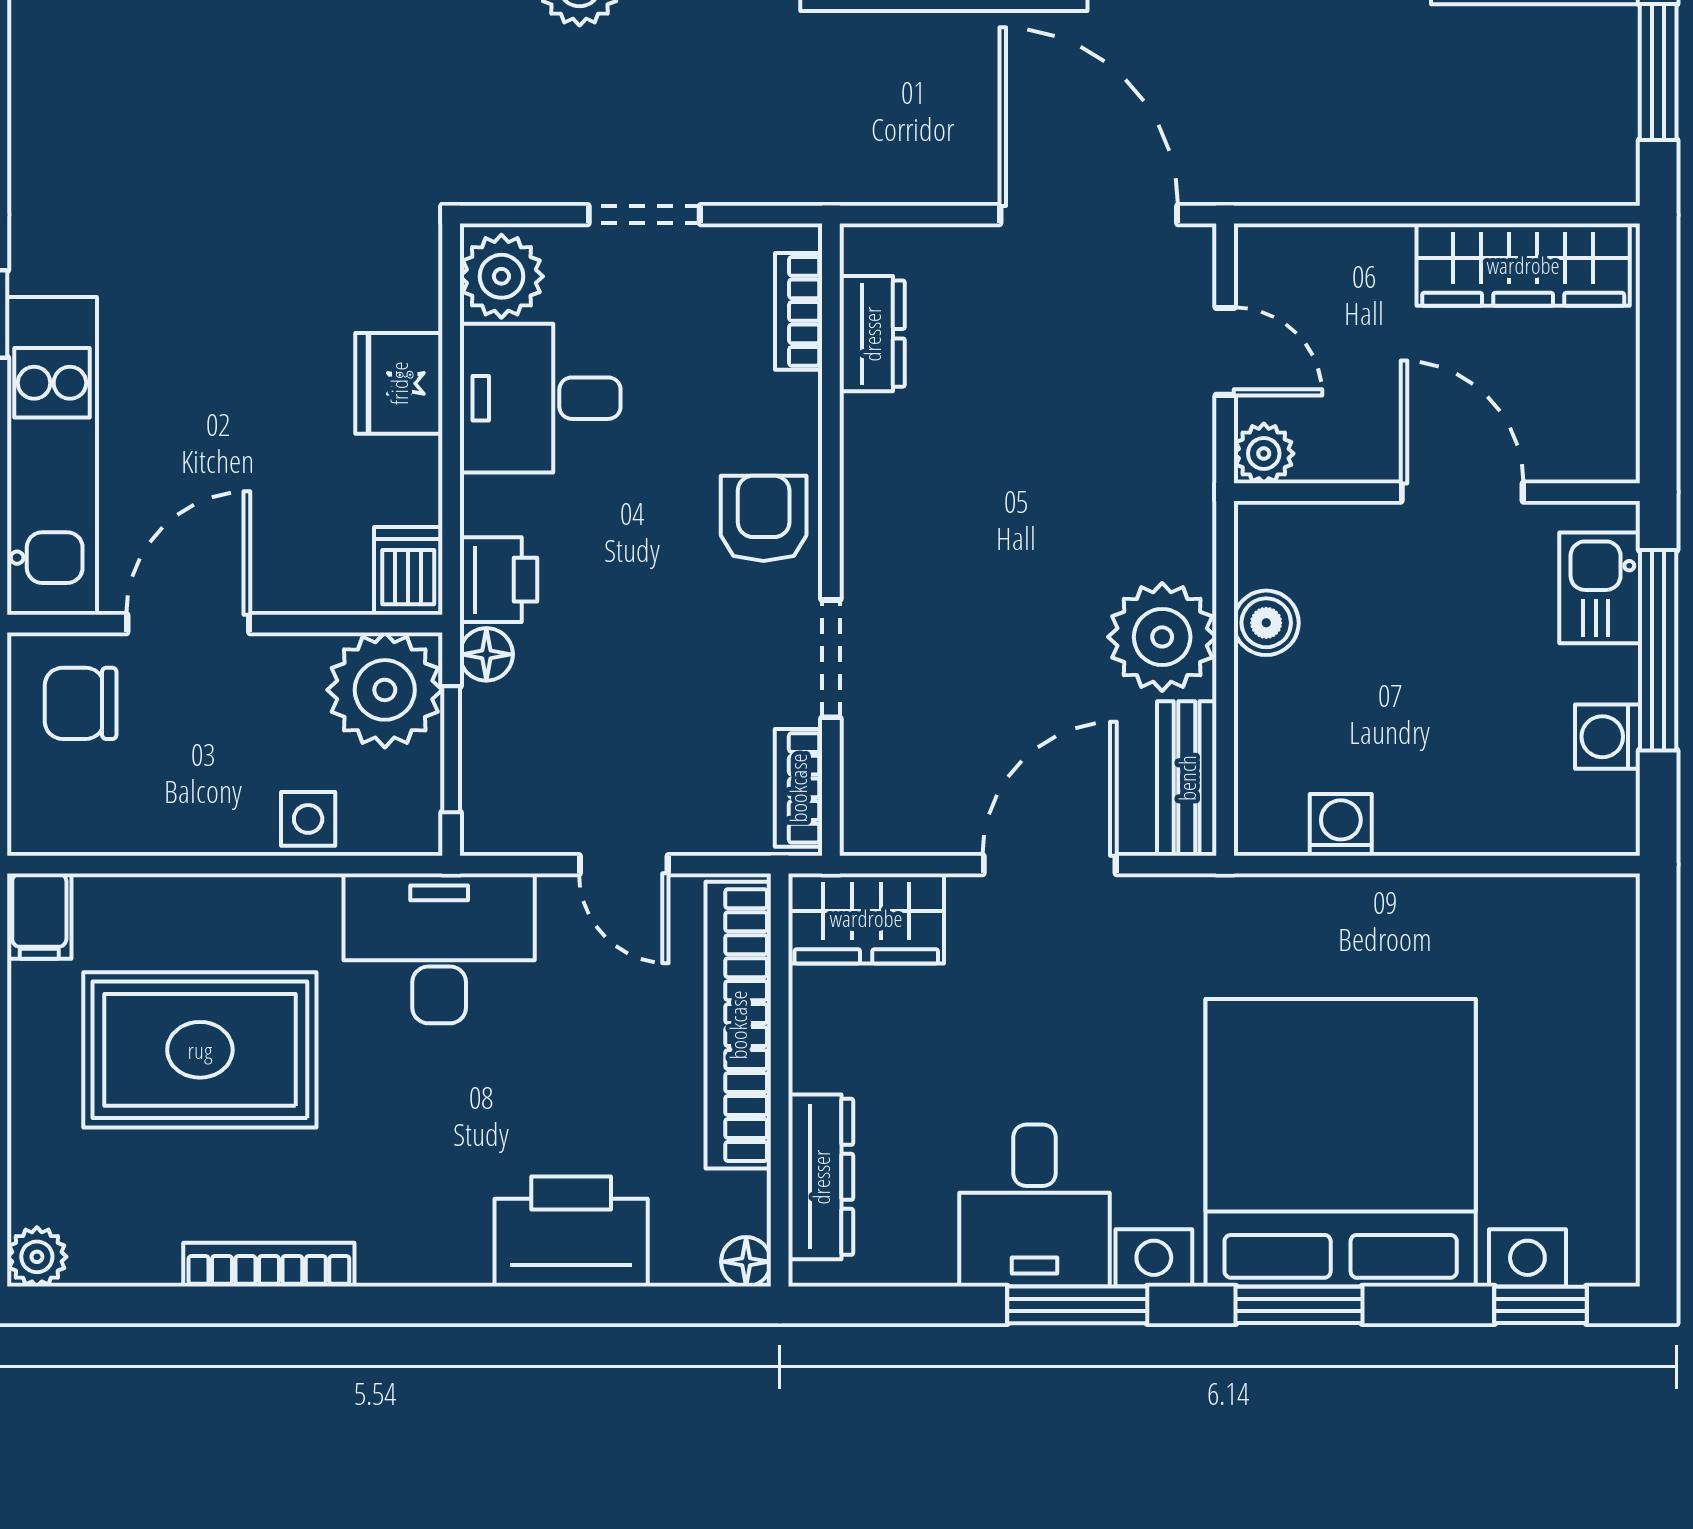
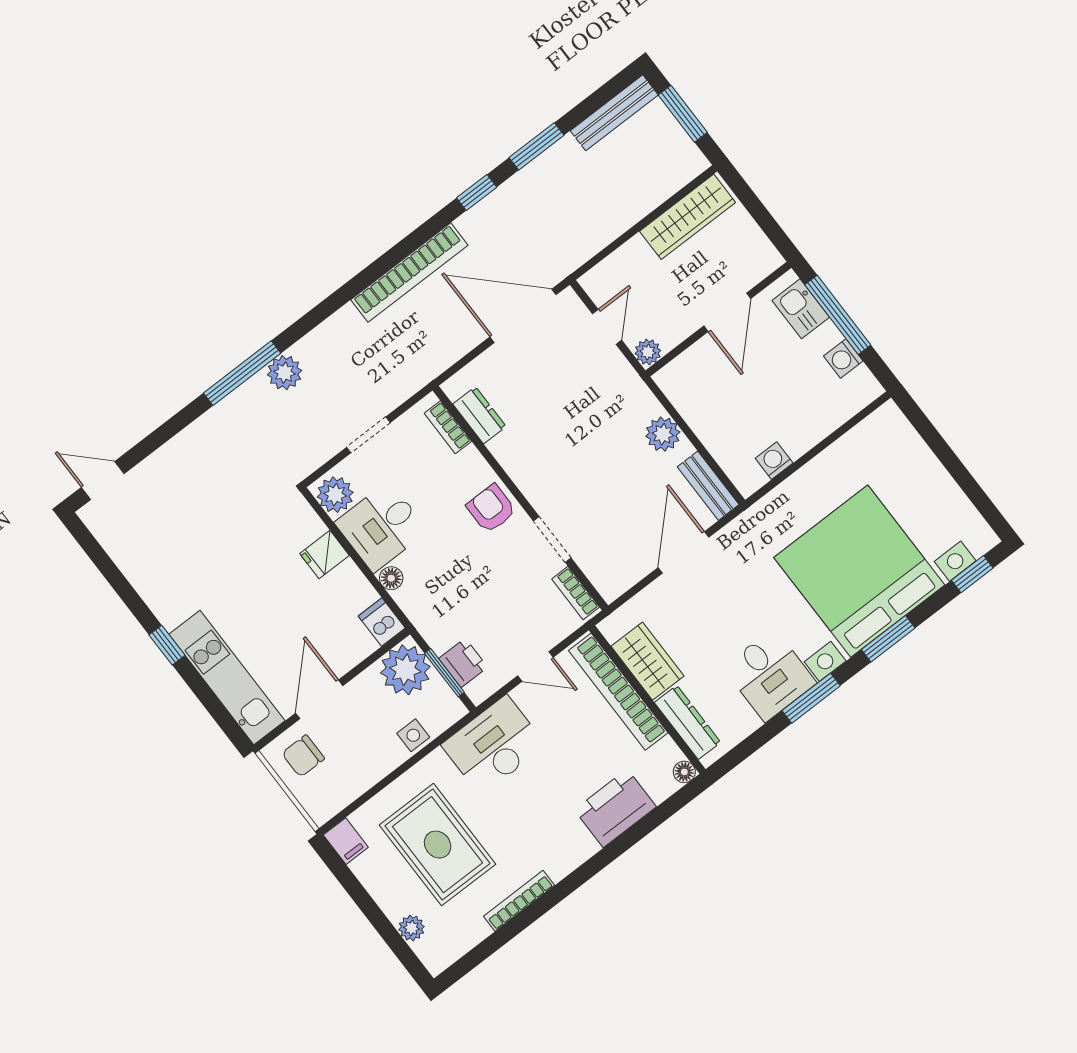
door: (1225, 351) -> (607, 327), hinge flipped
fridge: (399, 383) -> (324, 554), width x0.72
door: (1462, 492) -> (727, 312), swing flipped
printer: (498, 580) -> (463, 663), moved
boiler: (1266, 623) -> (694, 410), removed
plant: (1162, 637) -> (663, 434), width x0.73, depth x0.73
floor lamp: (486, 654) -> (391, 578), moved
wardrobe: (866, 918) -> (647, 661), moved, turned -90
rug: (200, 1050) -> (438, 845), turned 90
plant: (37, 1257) -> (412, 928), moved

